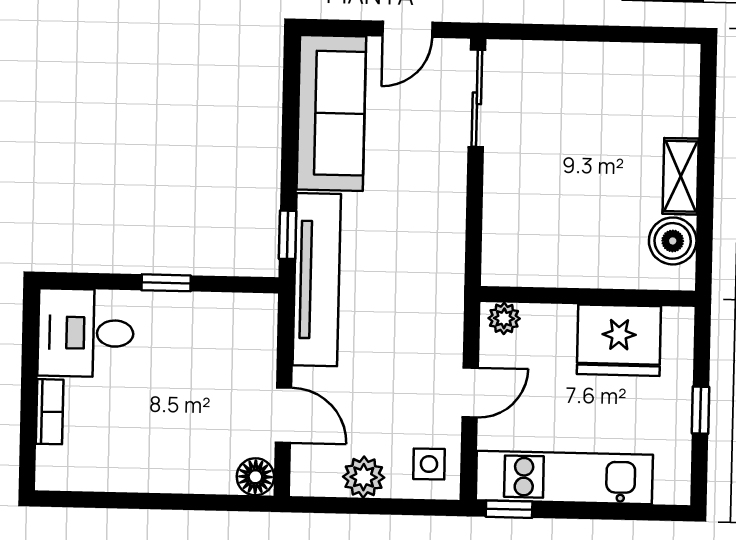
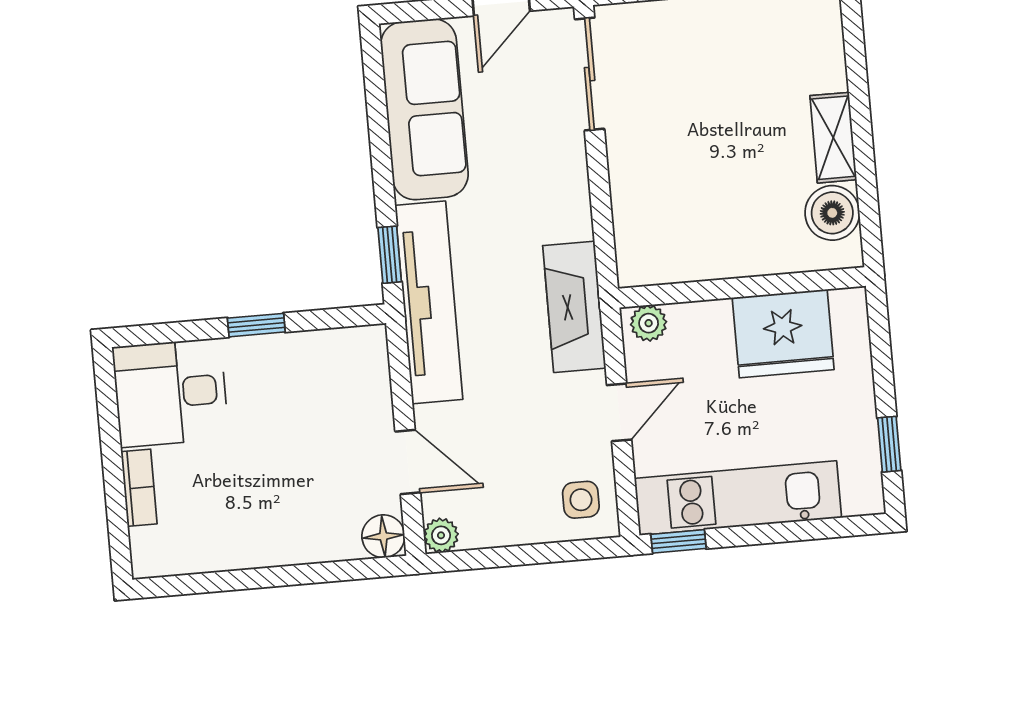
fireplace: (442, 297) -> (574, 307), added
window: (701, 410) -> (889, 444), moved
plant: (364, 477) -> (441, 535), moved, width x0.73, depth x0.73

